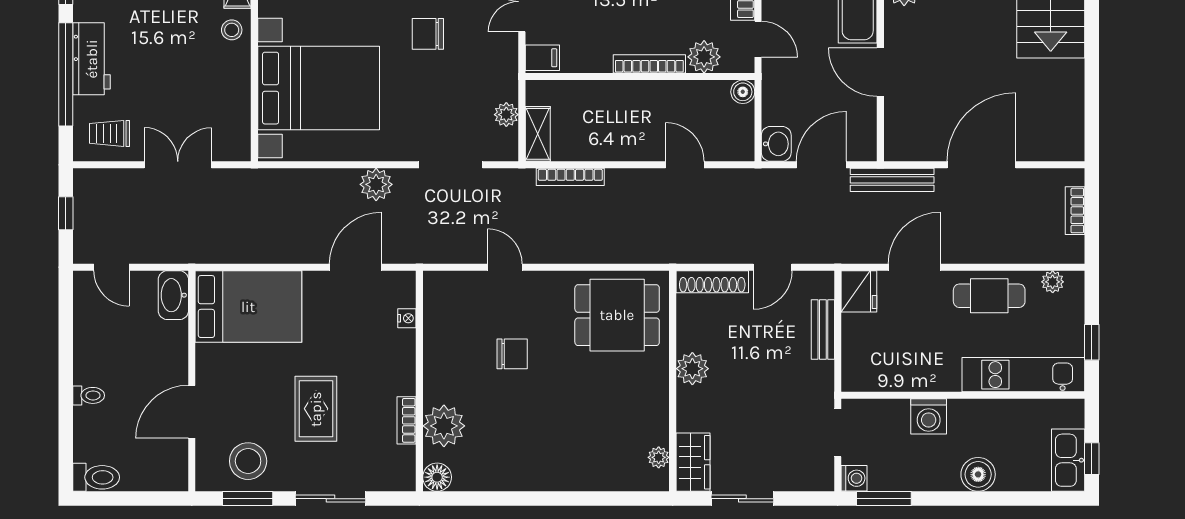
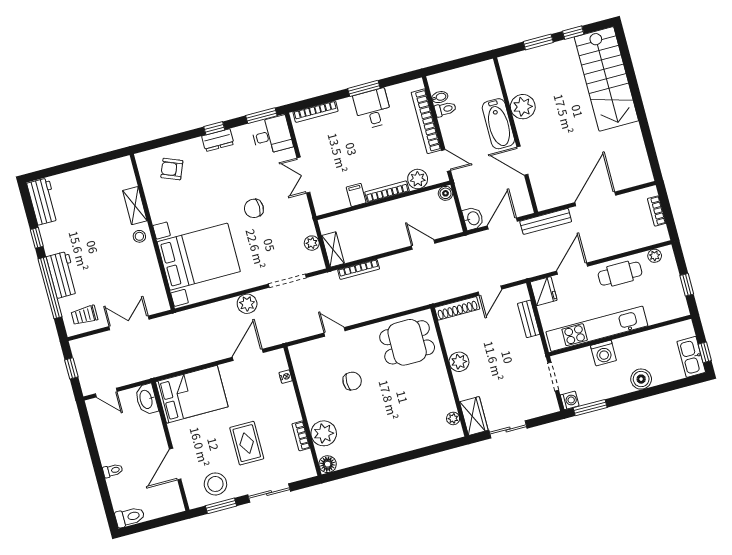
filing cabinet: (542, 58) -> (356, 195), moved, turned -90
kitchen unit: (1023, 375) -> (597, 329), moved, width x1.36

